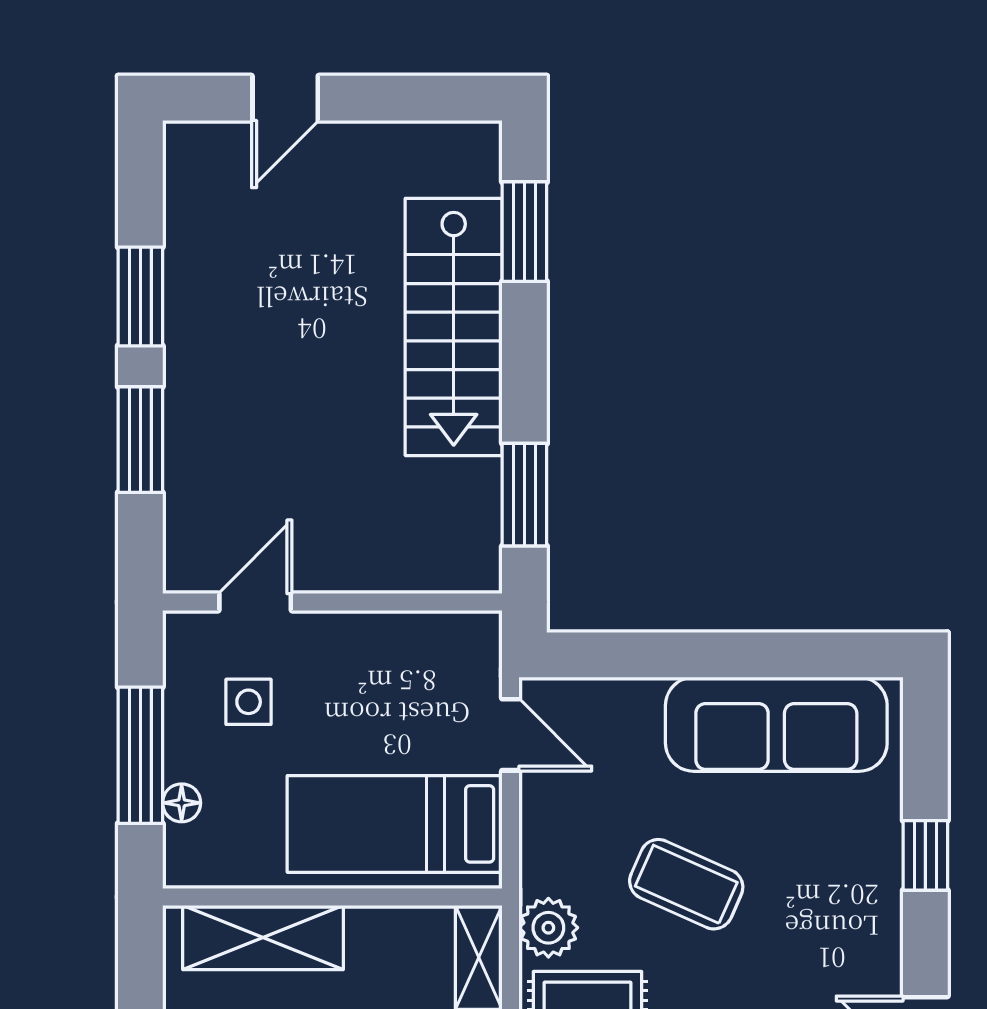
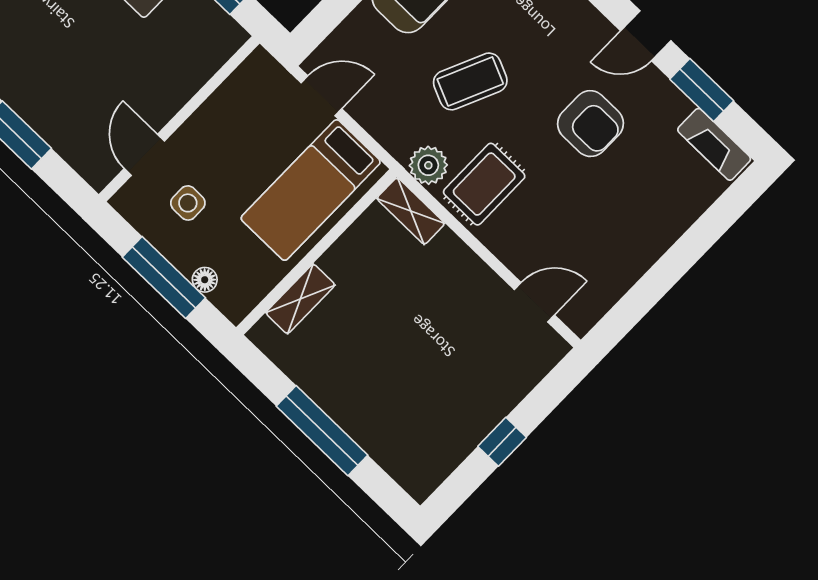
shelving: (263, 938) -> (300, 299), width x0.67, depth x0.75

